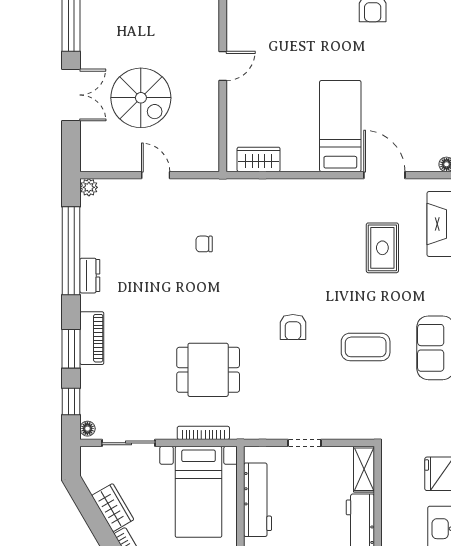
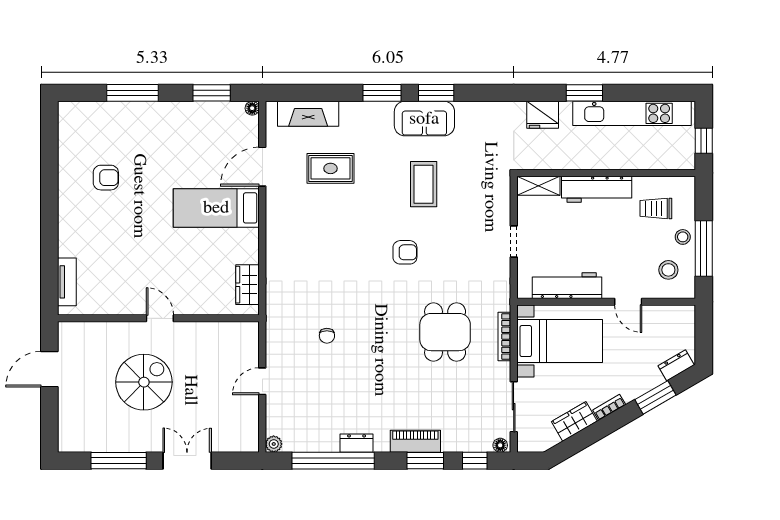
spiral stairs: (141, 98) -> (144, 382), moved

